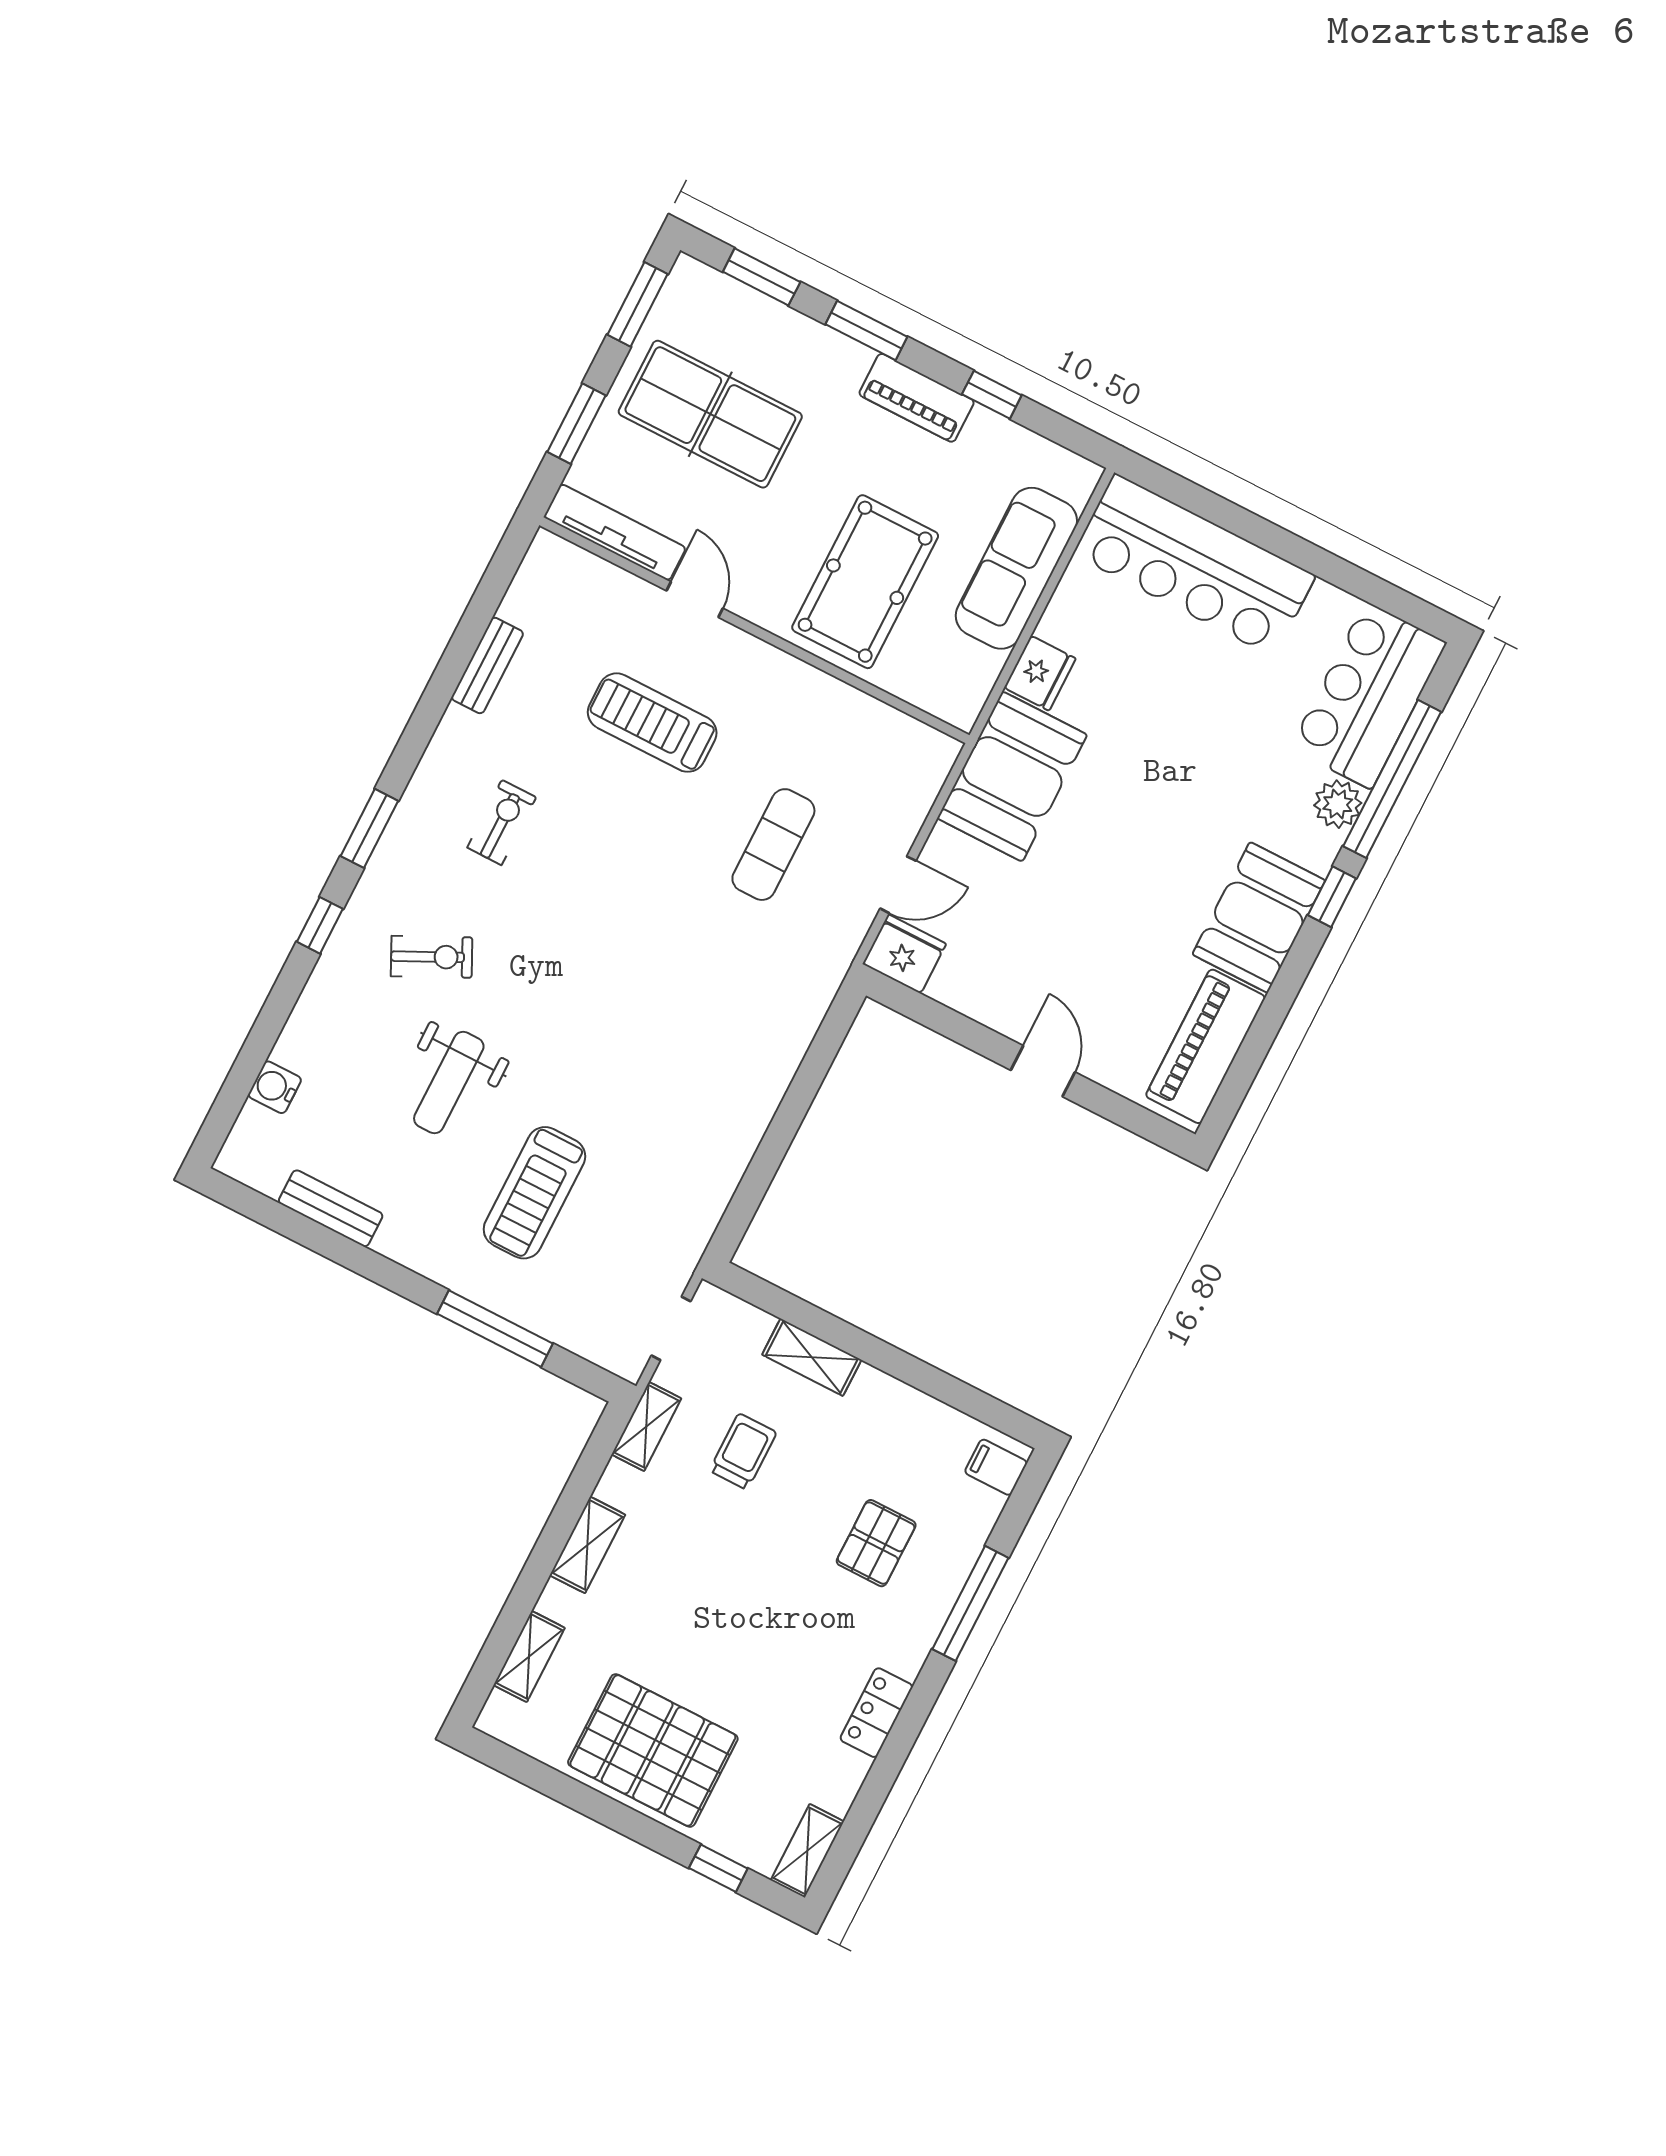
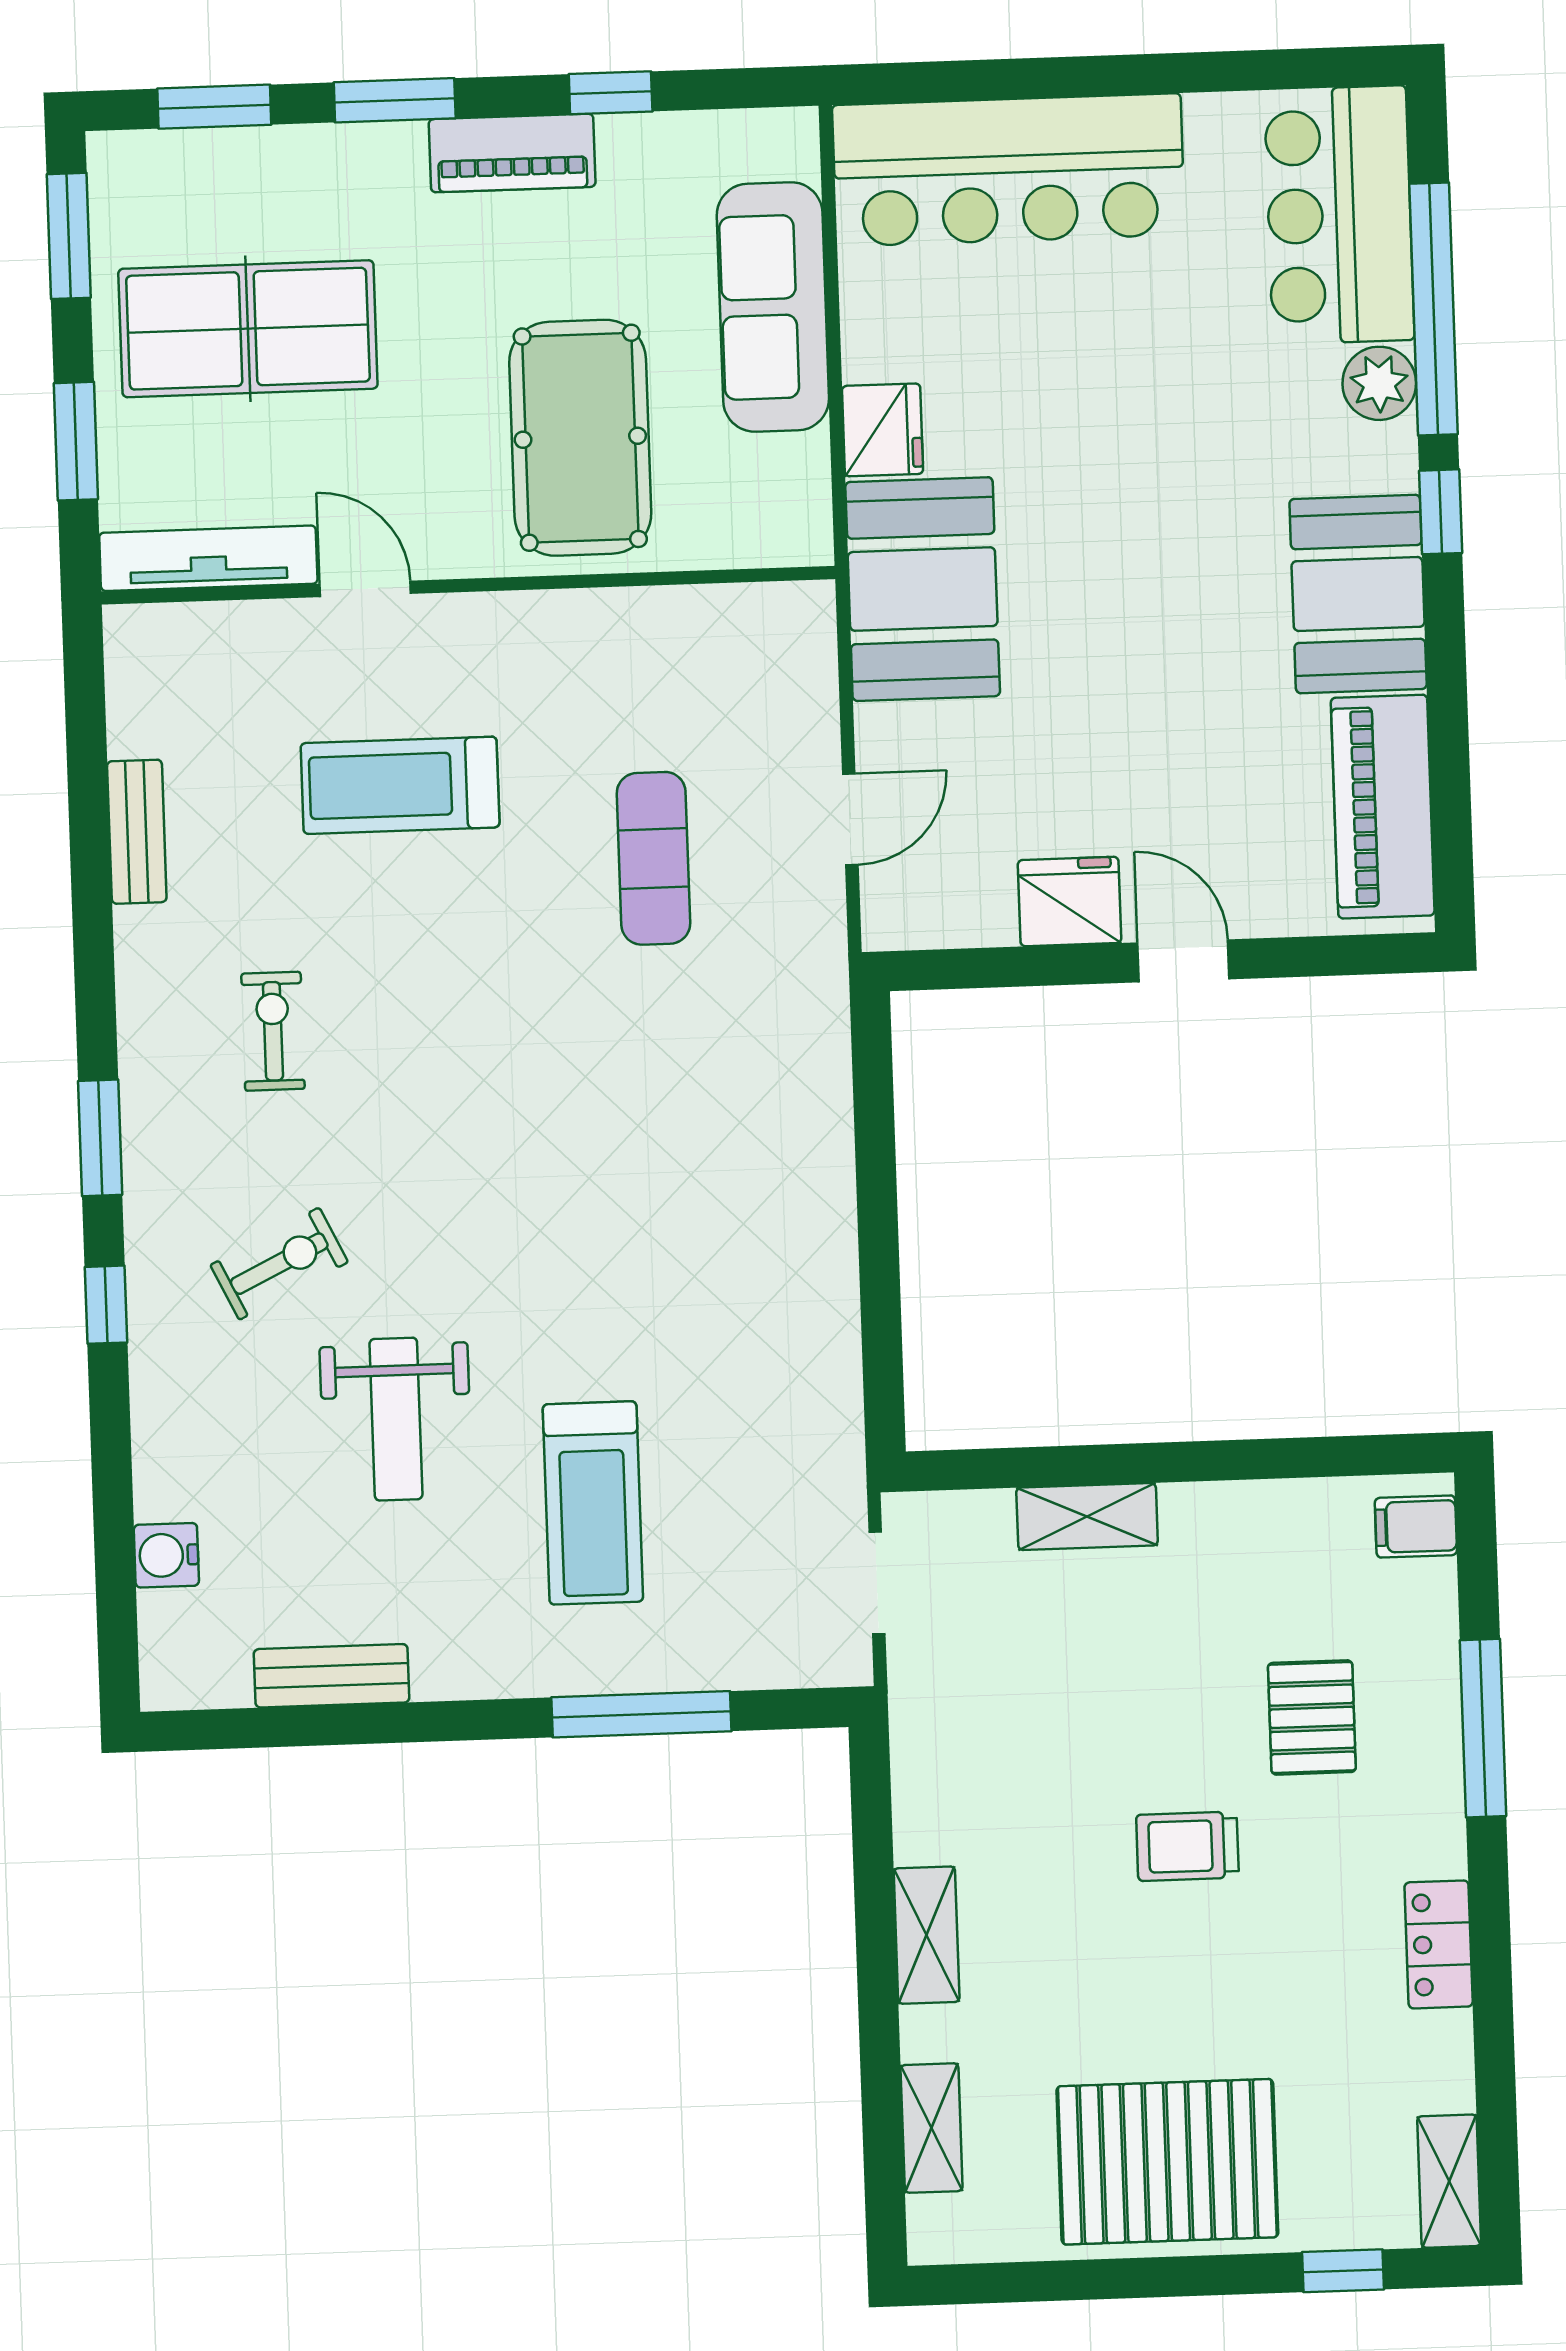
fridge: (904, 954) -> (1070, 902), moved
shelving: (646, 1426) -> (917, 1733), removed
trolley: (743, 1451) -> (1187, 1846), moved, turned -90

